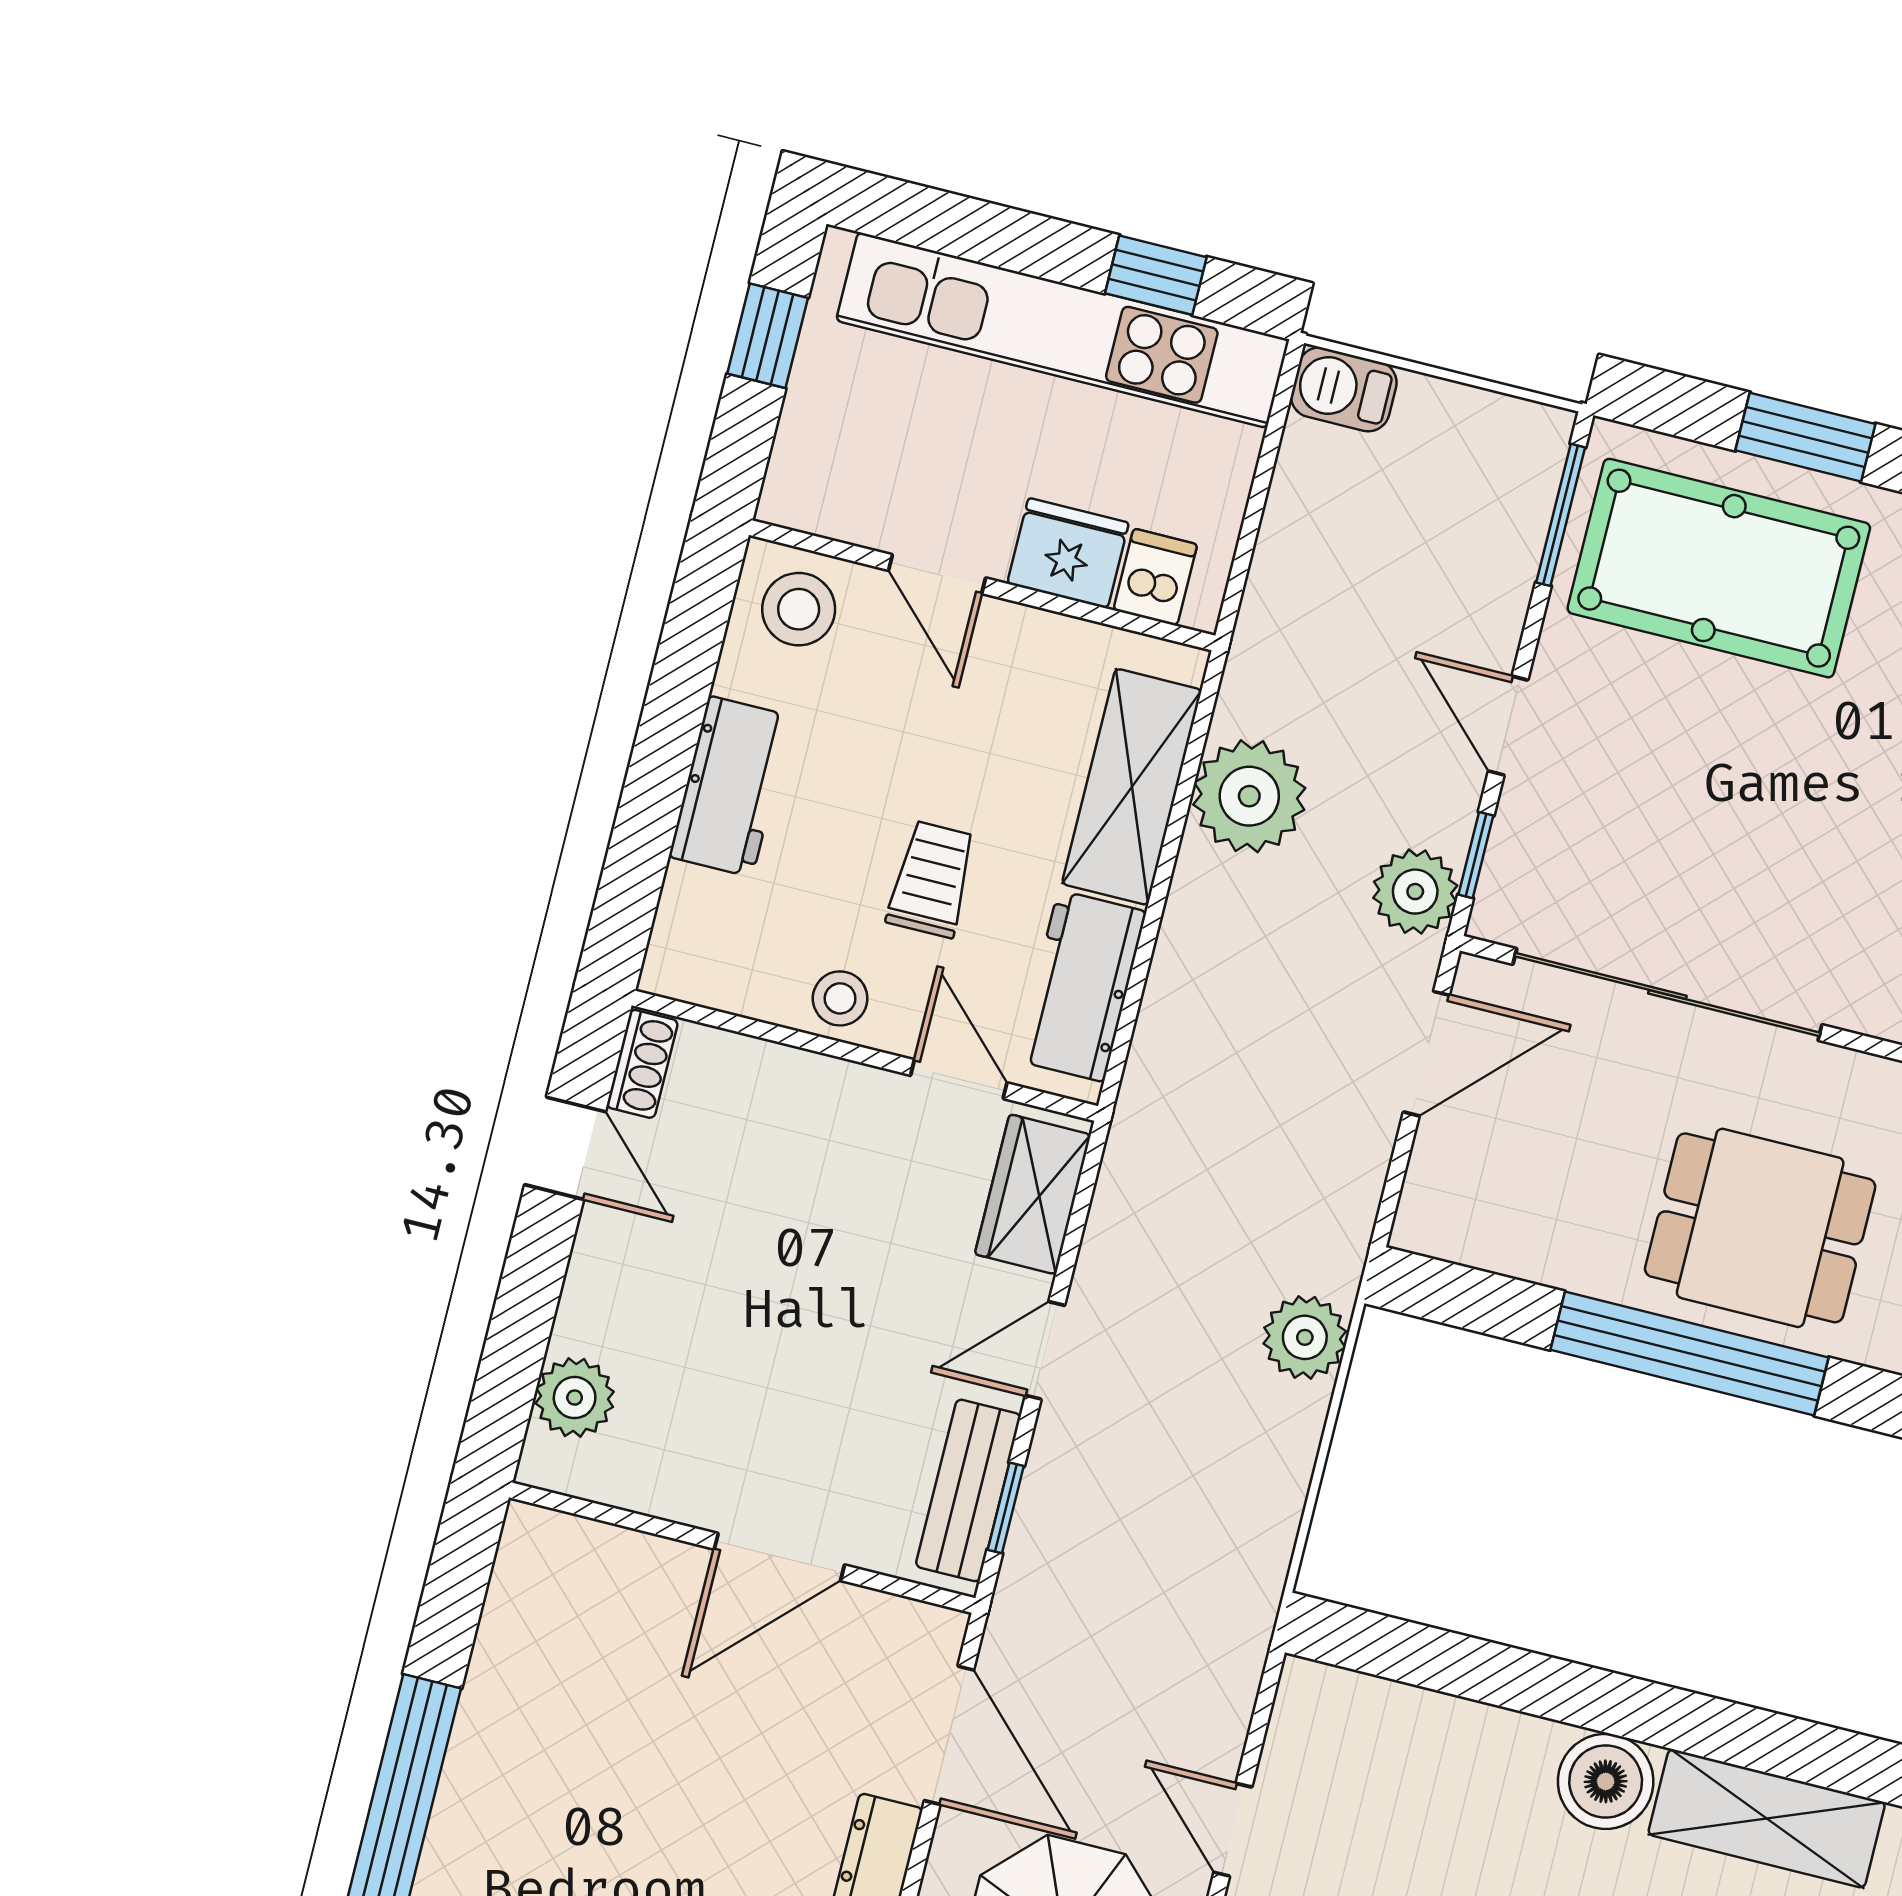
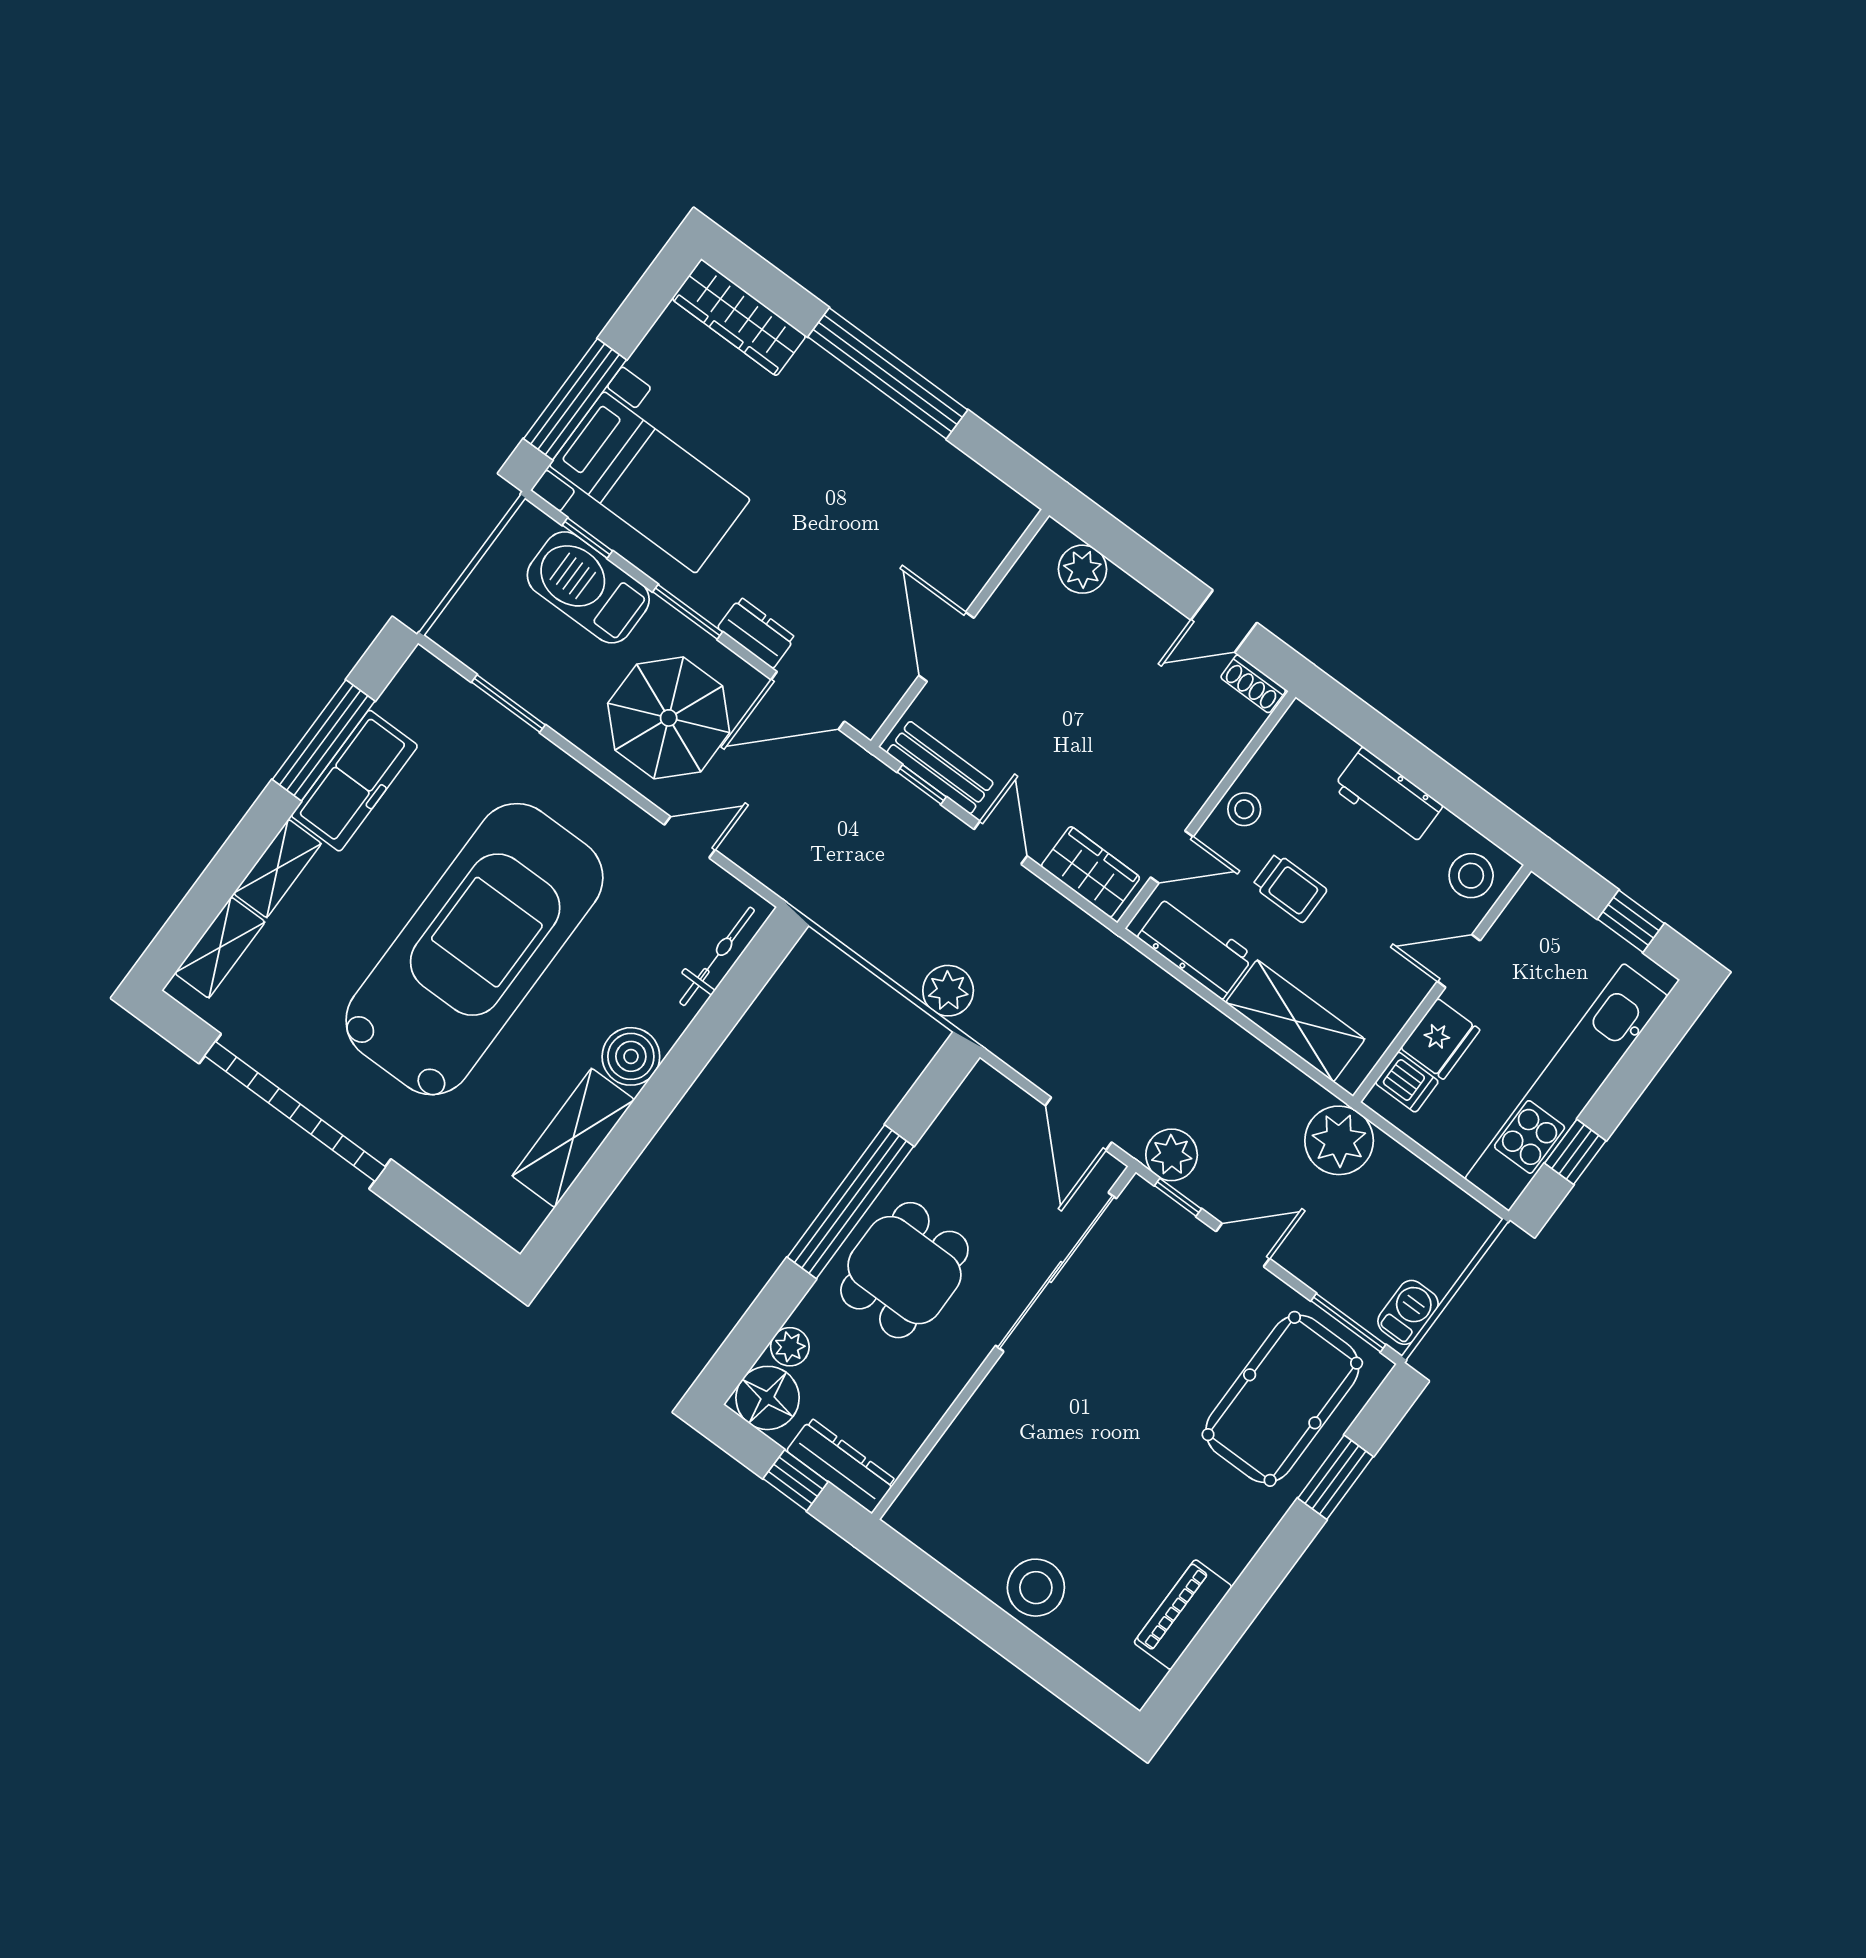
barbecue: (1344, 389) -> (1408, 1312), moved
plant: (1249, 796) -> (1339, 1140), moved
bicycle: (1398, 1713) -> (717, 956), added

